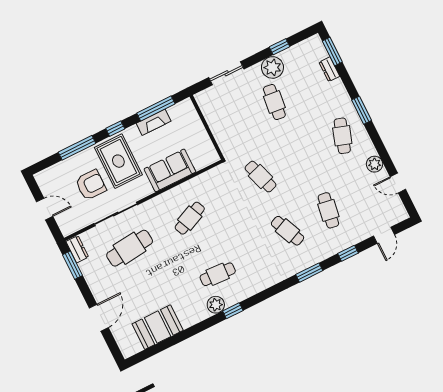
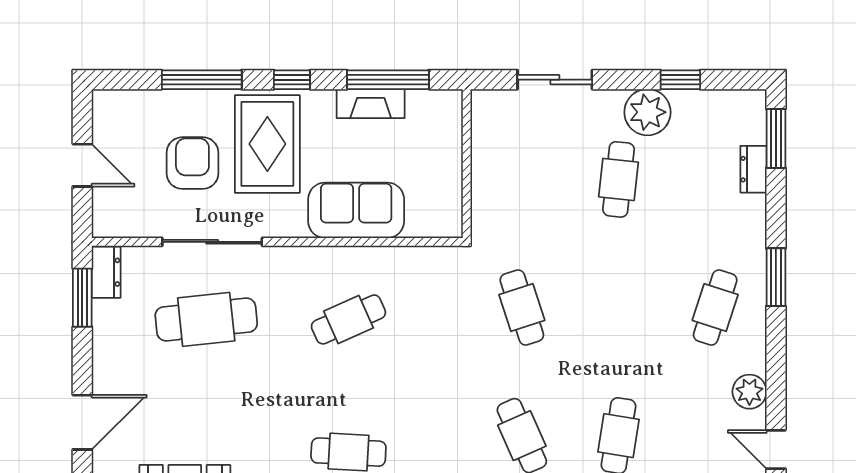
armchair: (91, 185) -> (192, 163), turned -90

